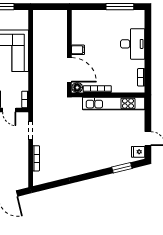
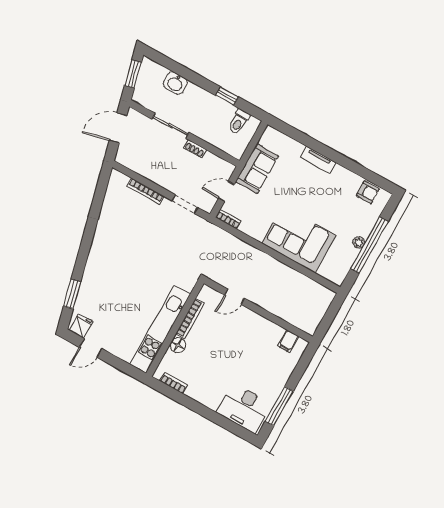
desk: (133, 44) -> (244, 408), moved
filing cabinet: (78, 50) -> (288, 341), moved
door: (69, 70) -> (235, 297), width x0.53
floor lamp: (77, 88) -> (178, 345), moved

